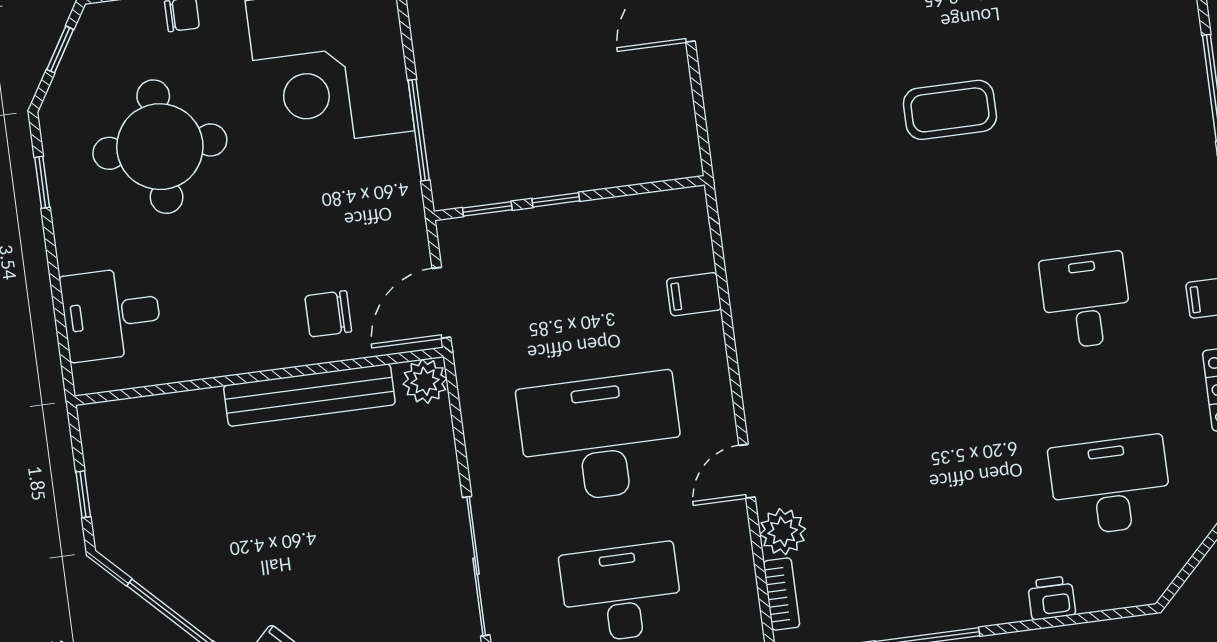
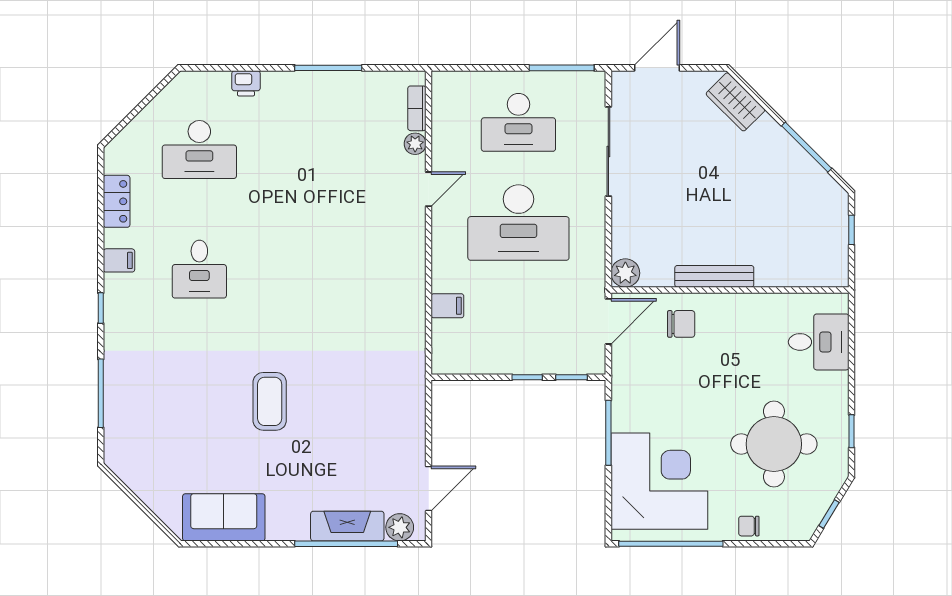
coffee table: (950, 110) -> (270, 401), turned 90
bench: (309, 395) -> (714, 276), width x0.73, depth x0.82
plant: (783, 532) -> (415, 144), width x0.73, depth x0.73

